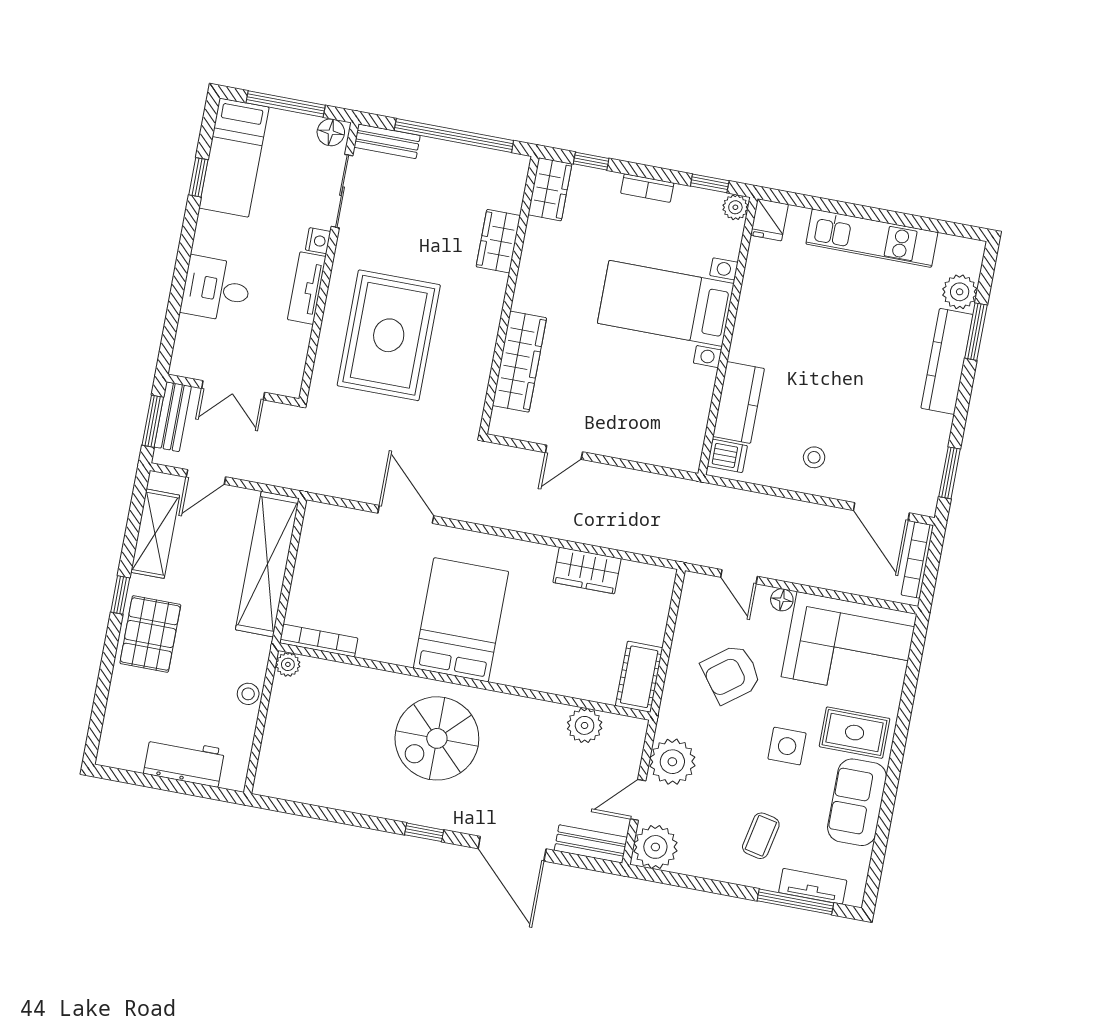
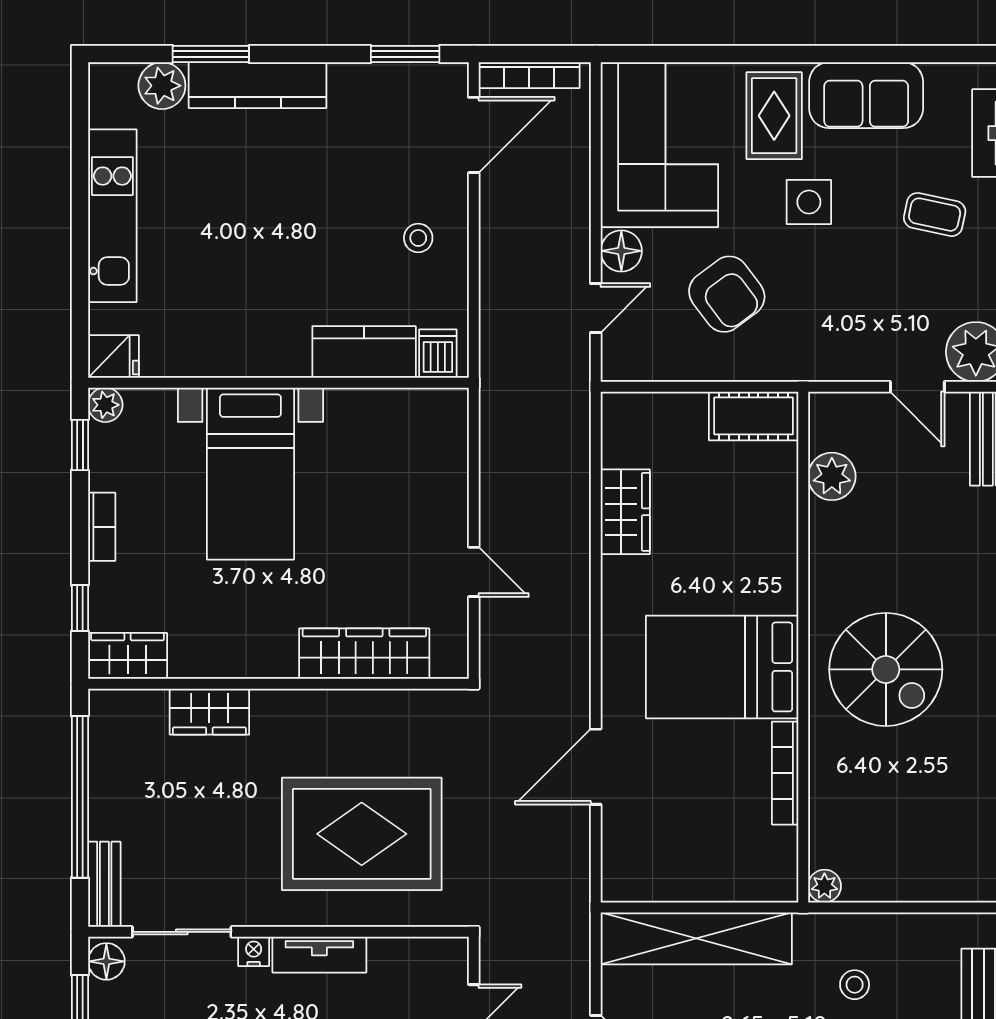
floor lamp: (782, 600) -> (621, 251), width x1.37, depth x1.37
bookcase: (319, 641) -> (785, 773), moved
stool: (248, 694) -> (855, 985), moved
plant: (672, 762) -> (858, 351), removed

